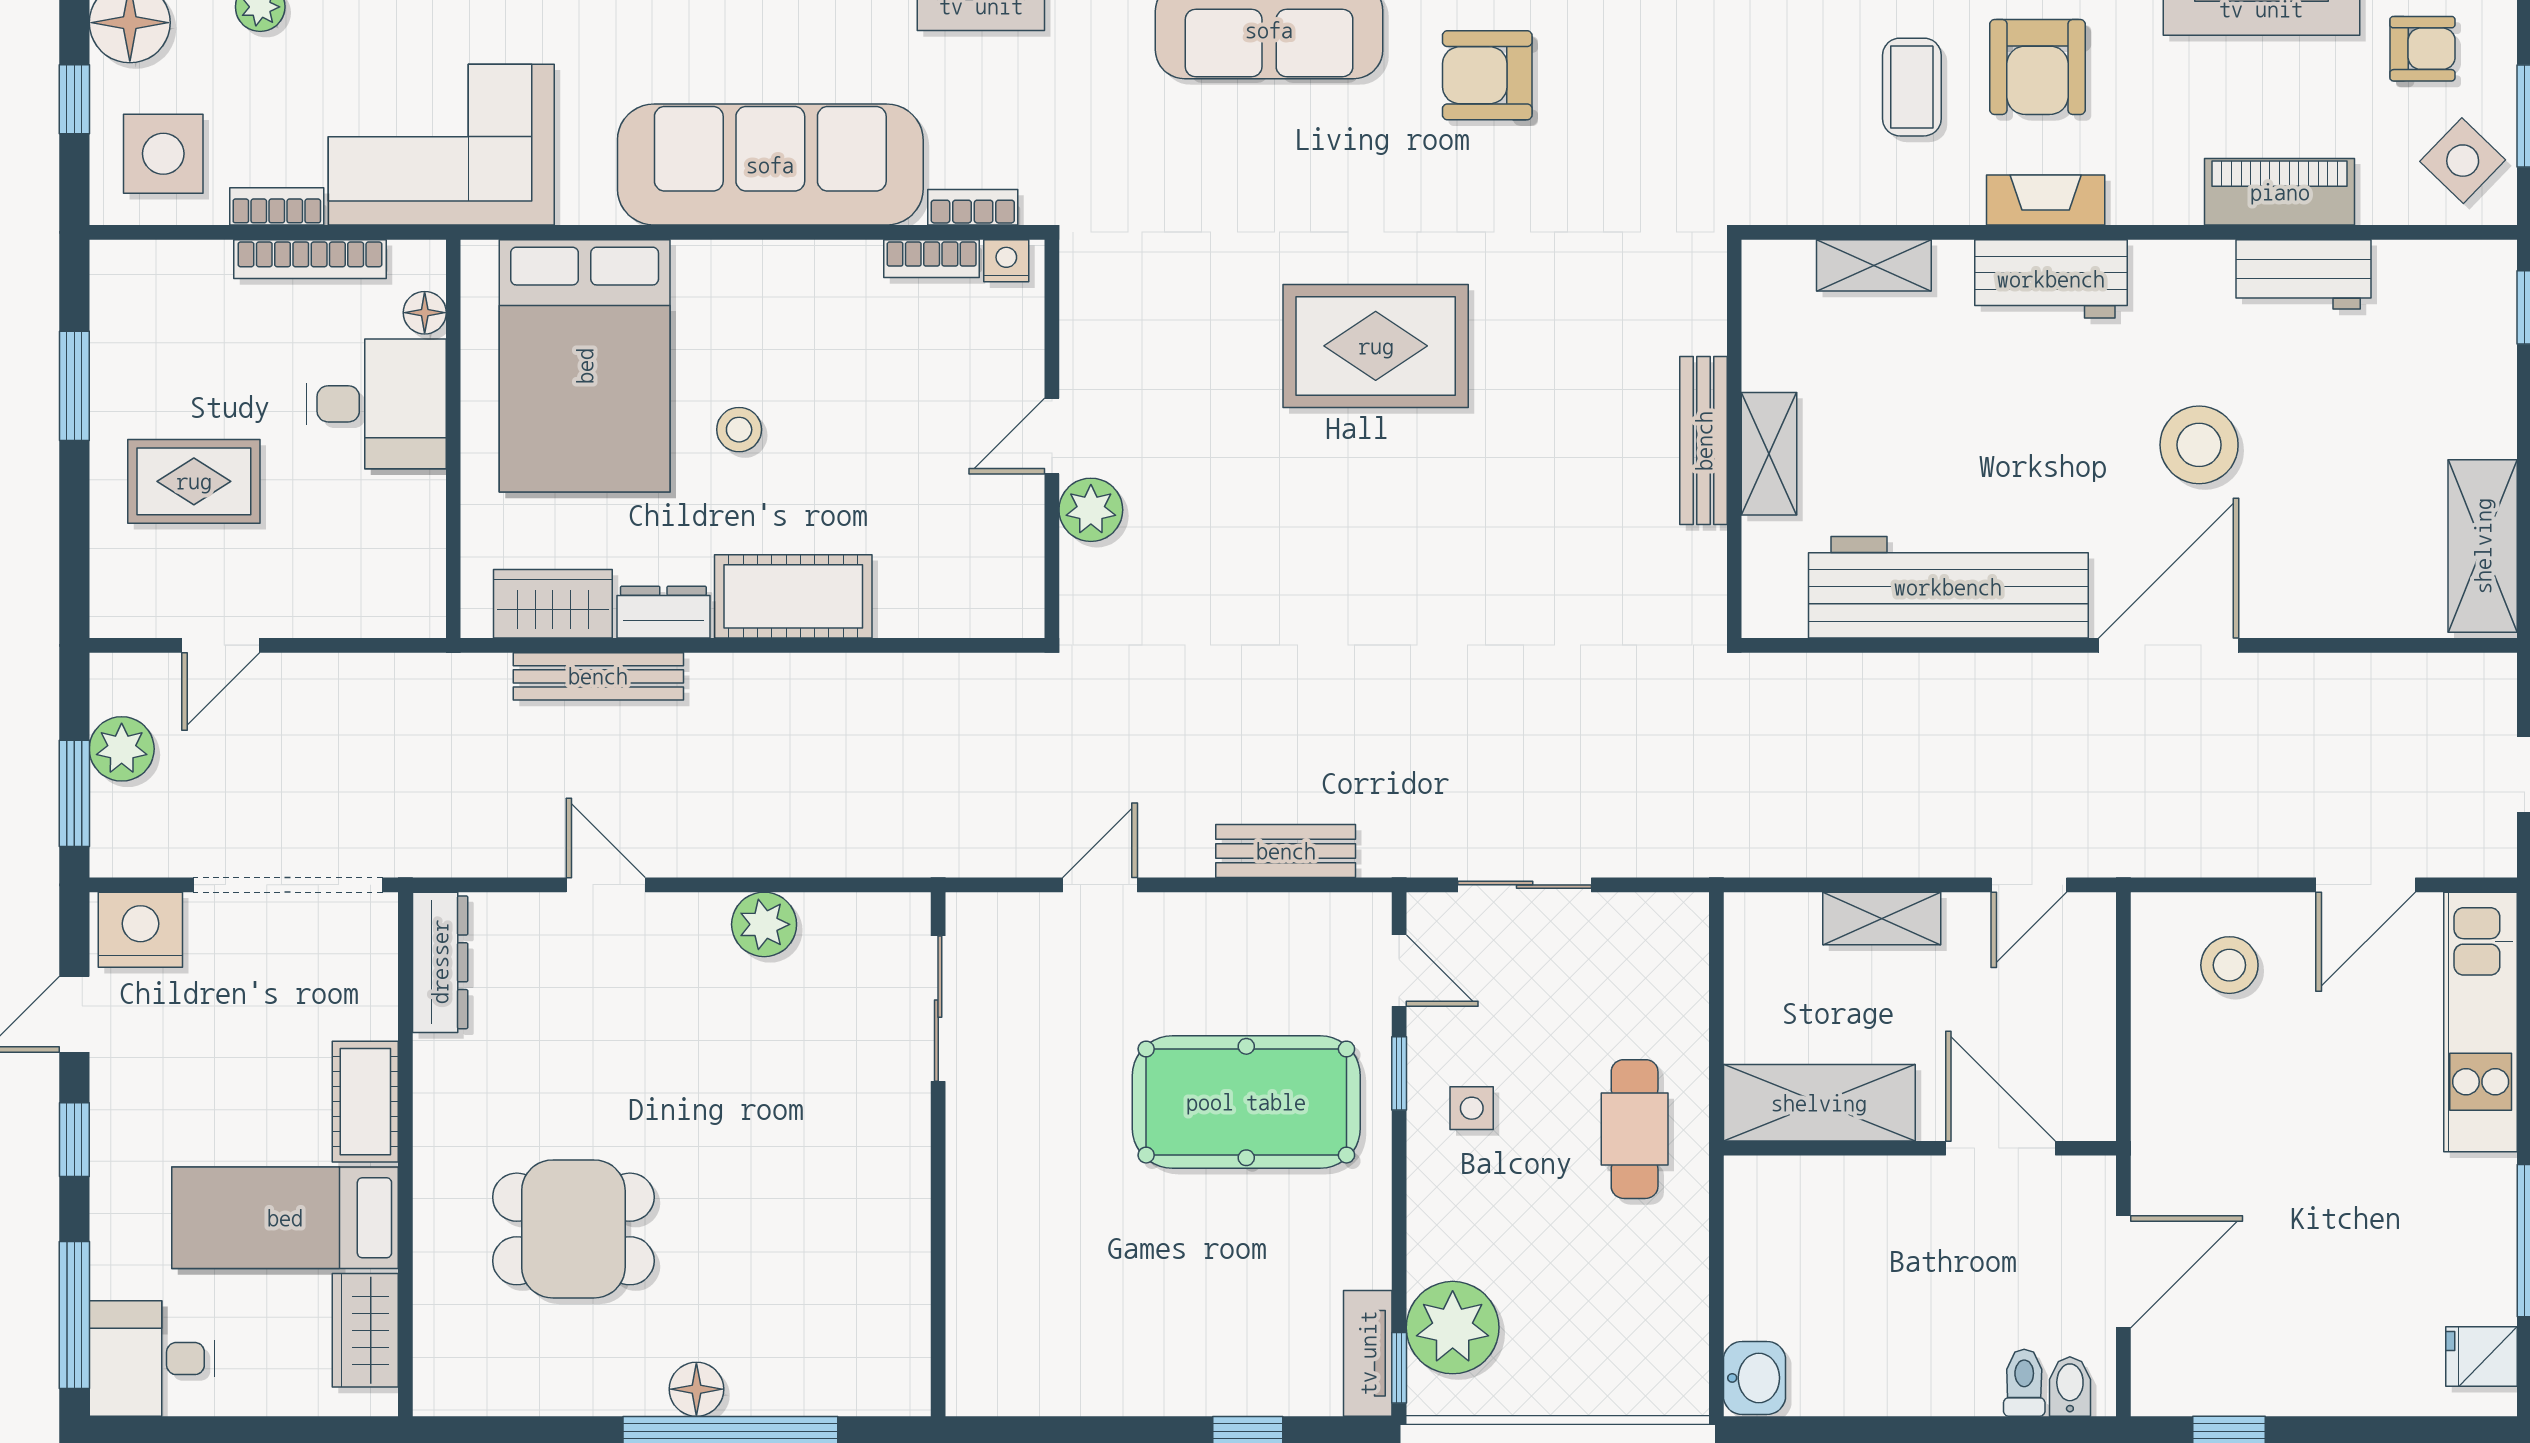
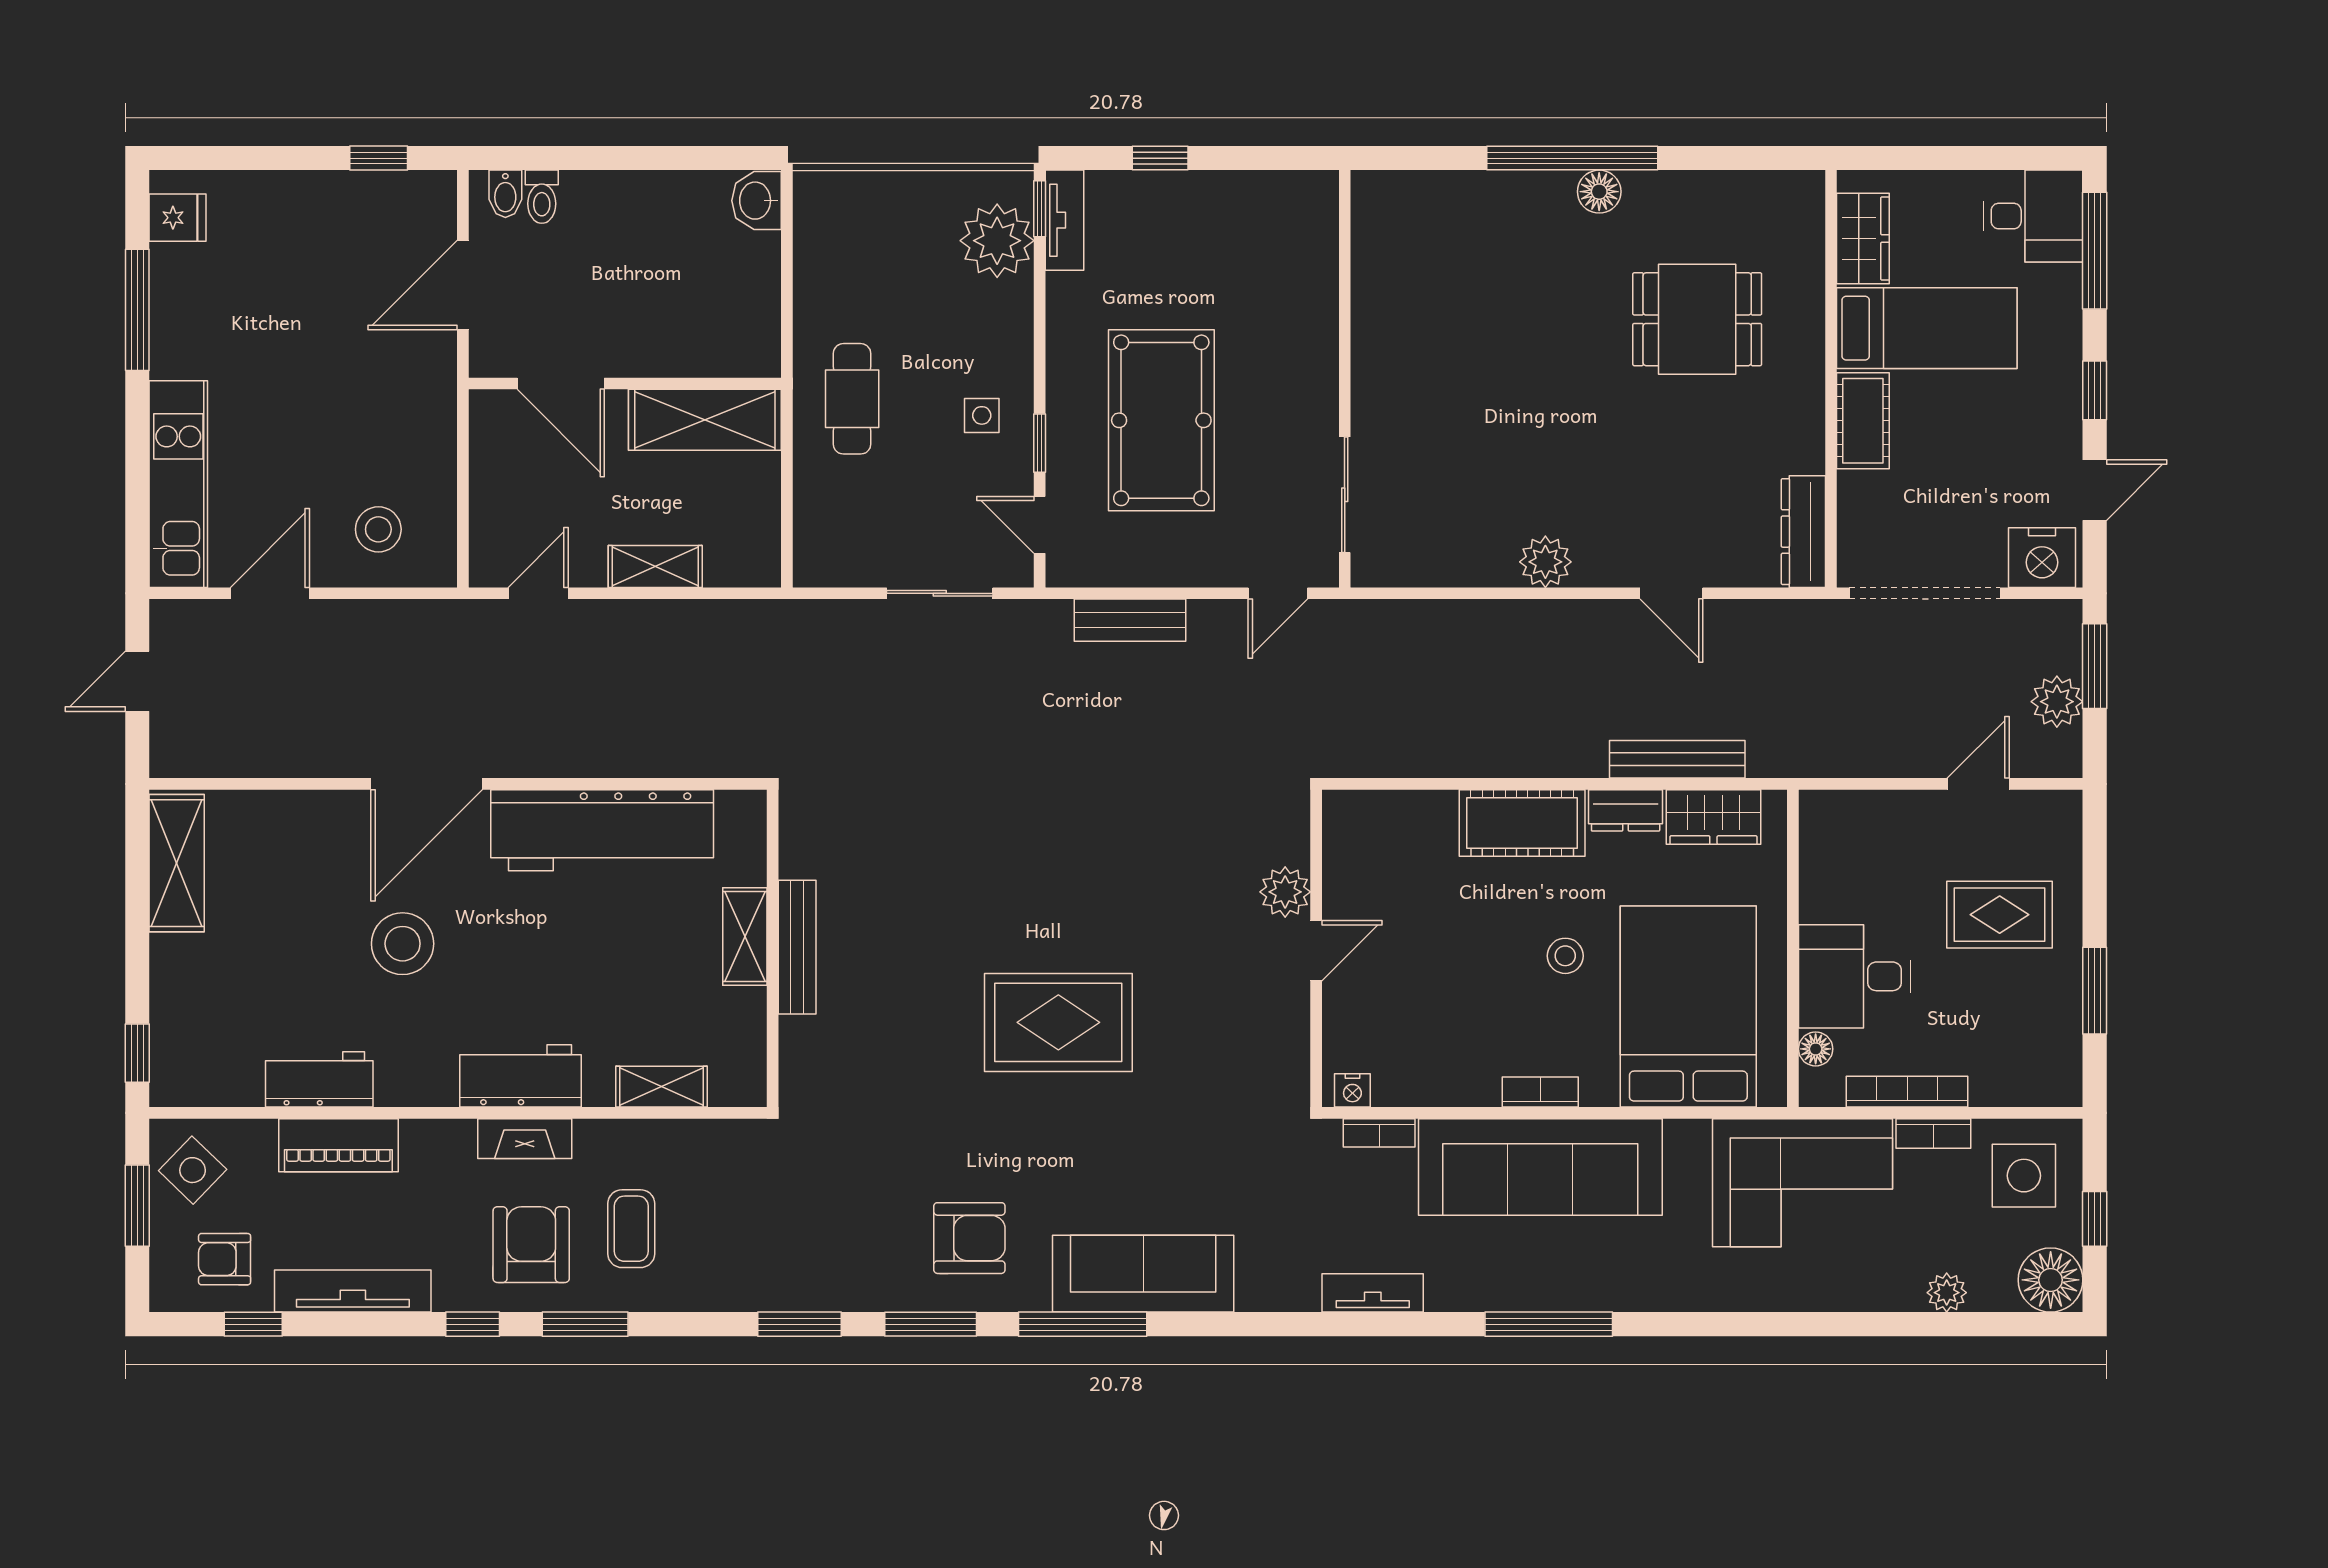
bookcase: (932, 259) -> (1540, 1092), moved
sliding door: (938, 1009) -> (1345, 495), moved
pool table: (1246, 1102) -> (1161, 420), turned 90
wall: (938, 1154) -> (1345, 379), moved

